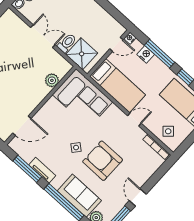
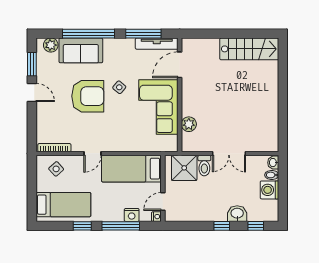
corner sofa: (82, 98) -> (158, 107), moved, turned -90
tv unit: (42, 170) -> (157, 44), moved, width x1.41

